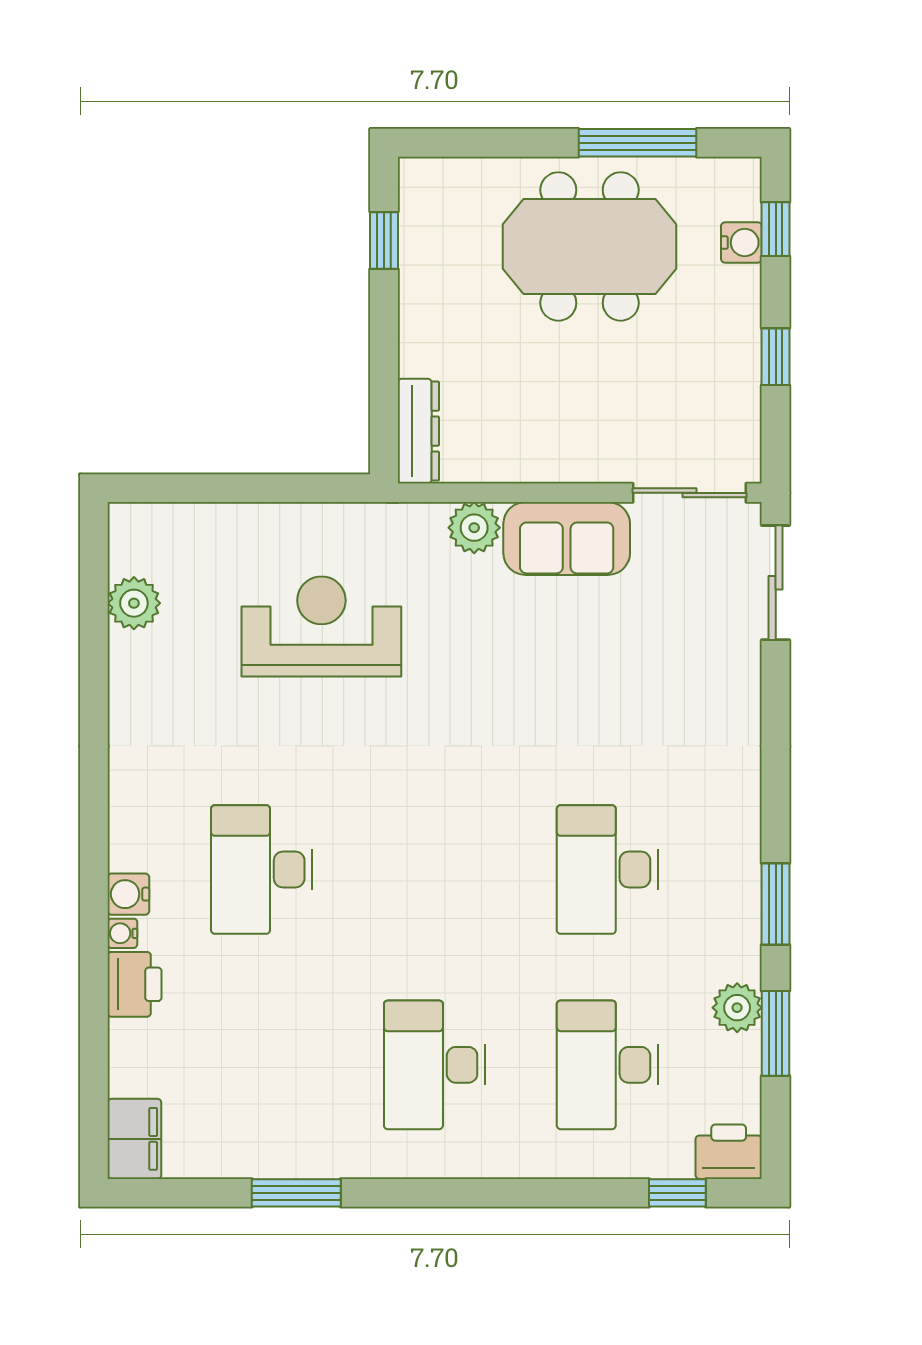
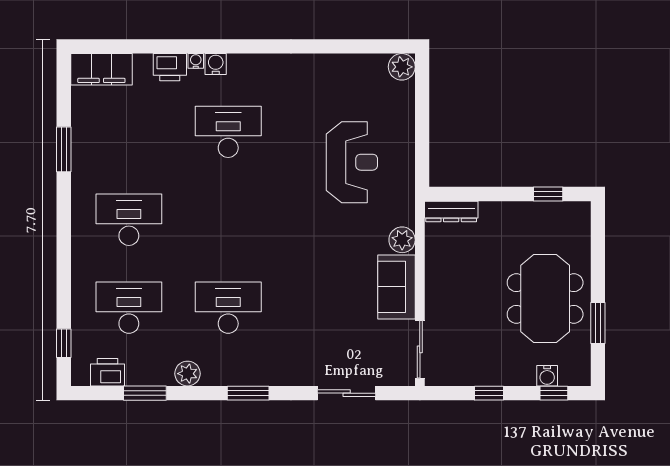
window: (638, 143) -> (598, 323), width x0.69
sliding door: (776, 583) -> (347, 393), moved
plant: (134, 603) -> (402, 67), moved
window: (776, 904) -> (248, 393), moved
plant: (737, 1008) -> (188, 374), moved
filing cabinet: (134, 1139) -> (101, 69), width x1.50, depth x1.17
printer: (729, 1152) -> (108, 372), moved, turned -90

